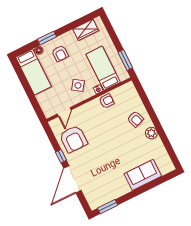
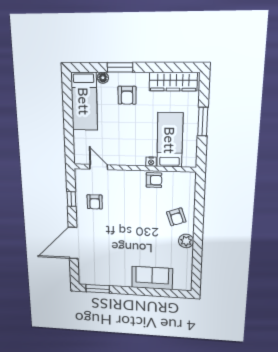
wardrobe: (86, 30) -> (173, 82), width x1.50
window: (125, 60) -> (203, 122), moved
side table: (78, 85) -> (130, 145), removed
door: (64, 112) -> (99, 167), swing flipped
armchair: (73, 139) -> (95, 202), width x0.53, depth x0.53
window: (61, 156) -> (71, 199), moved

